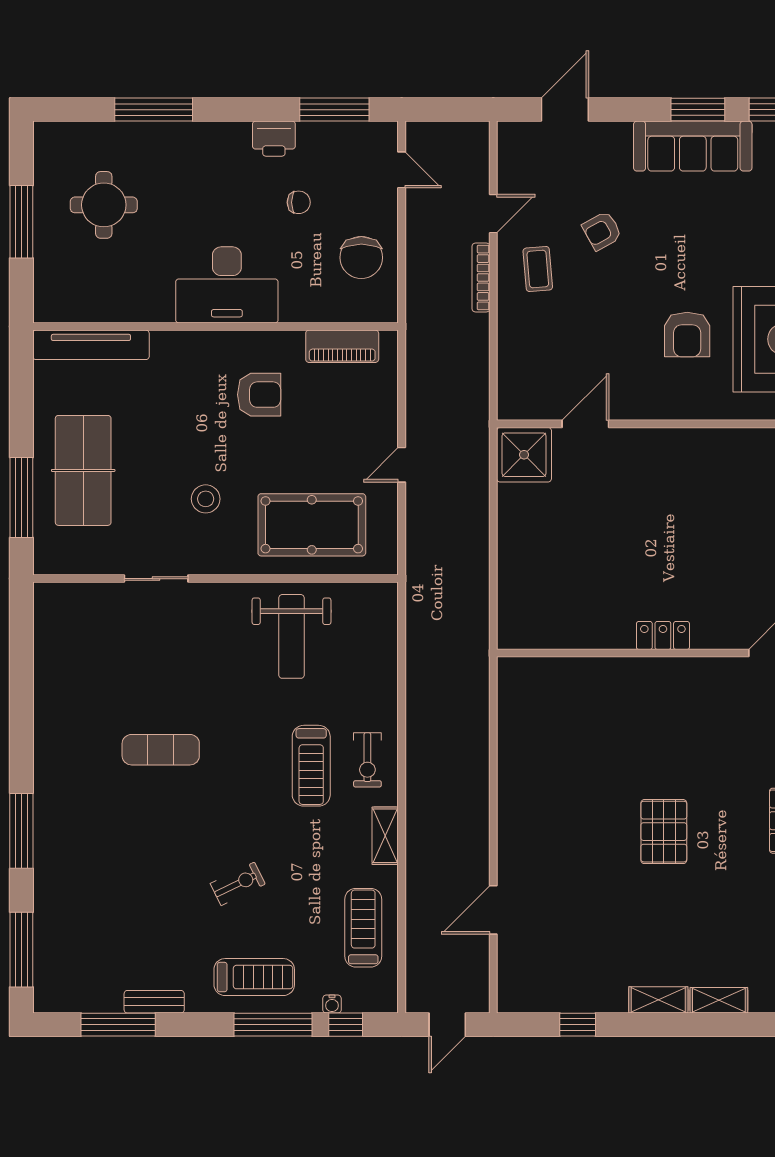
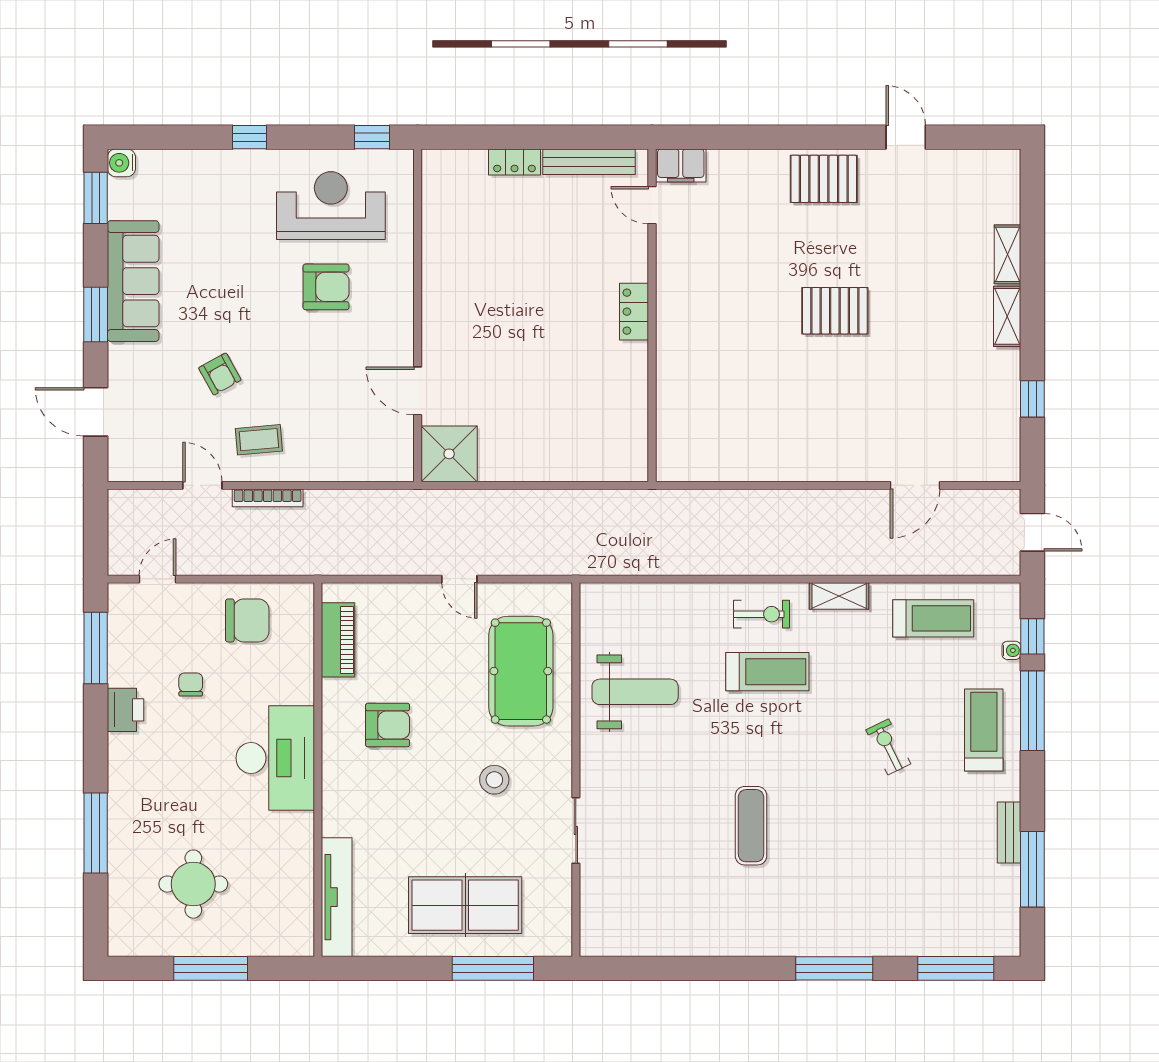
window: (698, 110) -> (96, 315), moved
armchair: (259, 395) -> (388, 725), turned 90
door: (493, 910) -> (915, 485), hinge flipped
treadmill: (363, 928) -> (933, 618), turned 180

